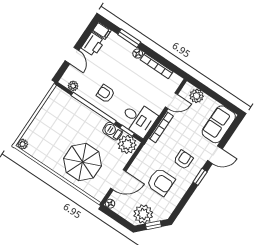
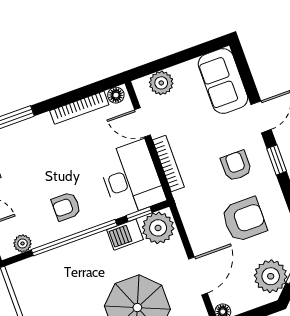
floor lamp: (138, 54) -> (116, 95), moved
door: (171, 101) -> (142, 122), swing flipped
desk: (138, 119) -> (131, 178), width x1.37

